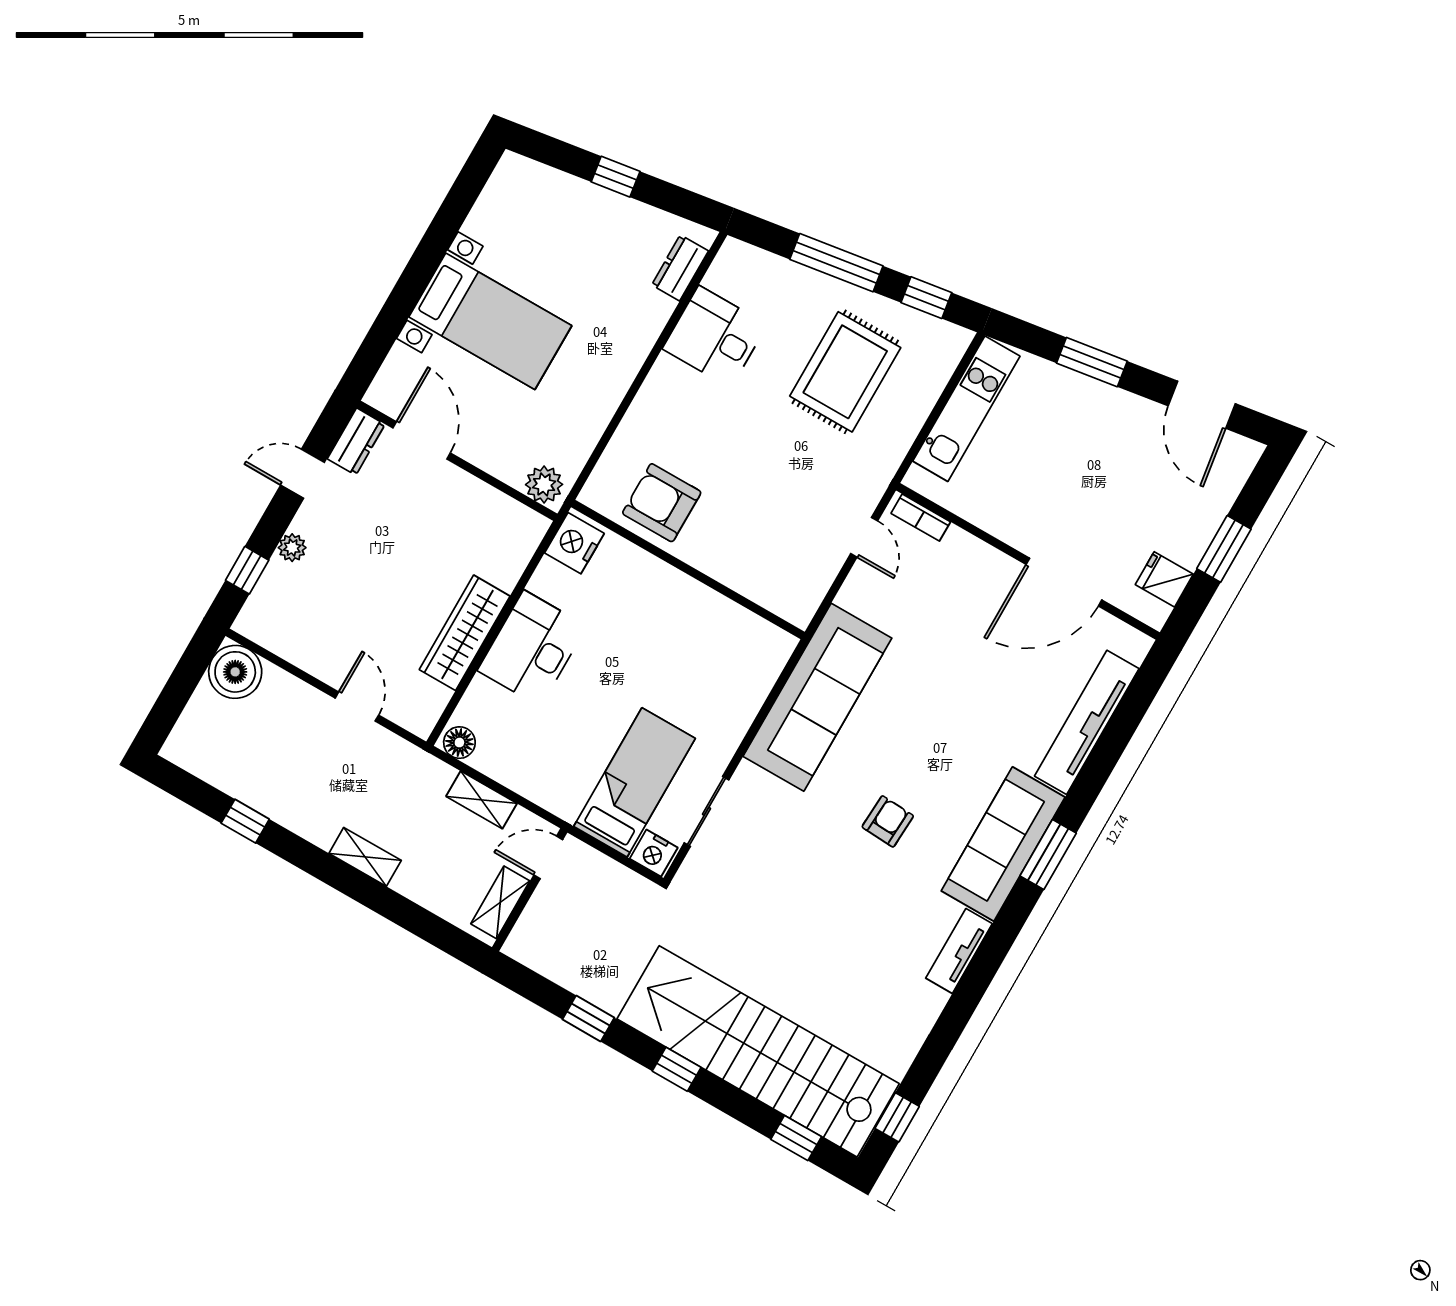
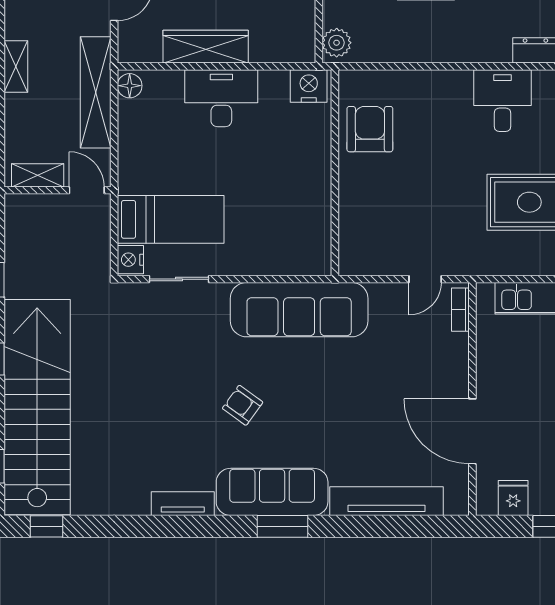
shelving: (481, 800) -> (96, 92), width x2.20, depth x1.33
armchair: (888, 821) -> (243, 405), turned -147

